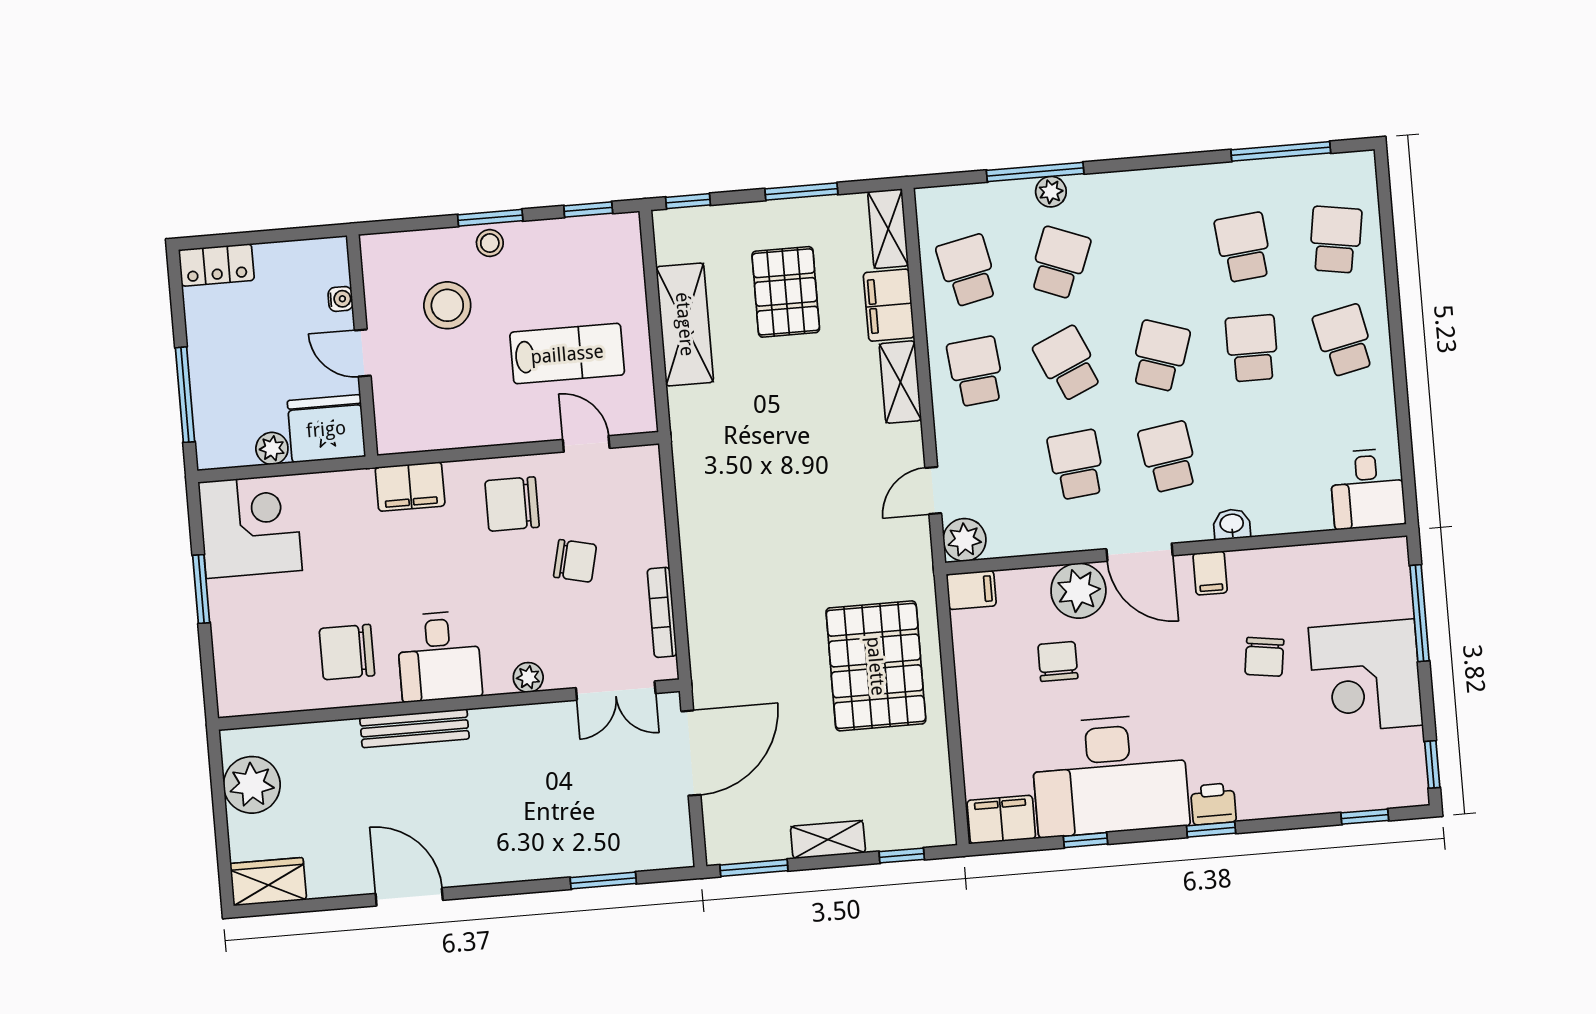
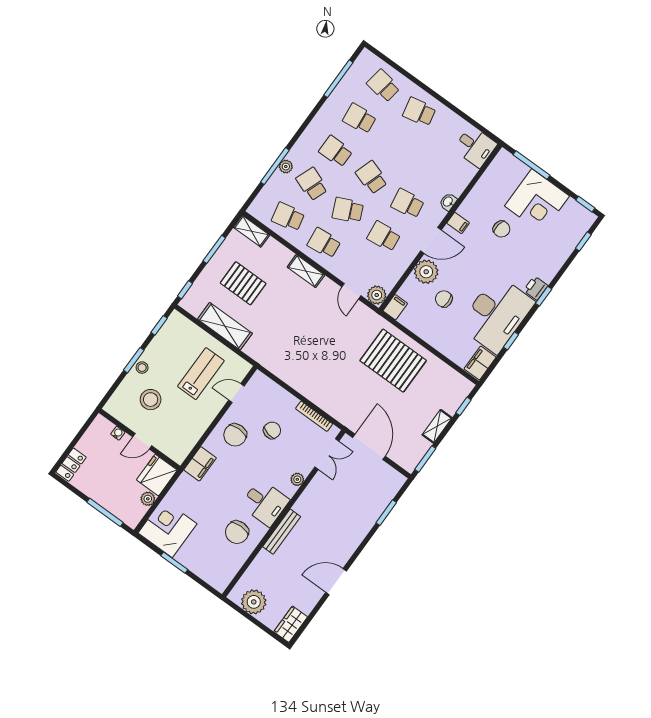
filing cabinet: (889, 305) -> (277, 253), removed
school desk: (1252, 348) -> (336, 151), moved

